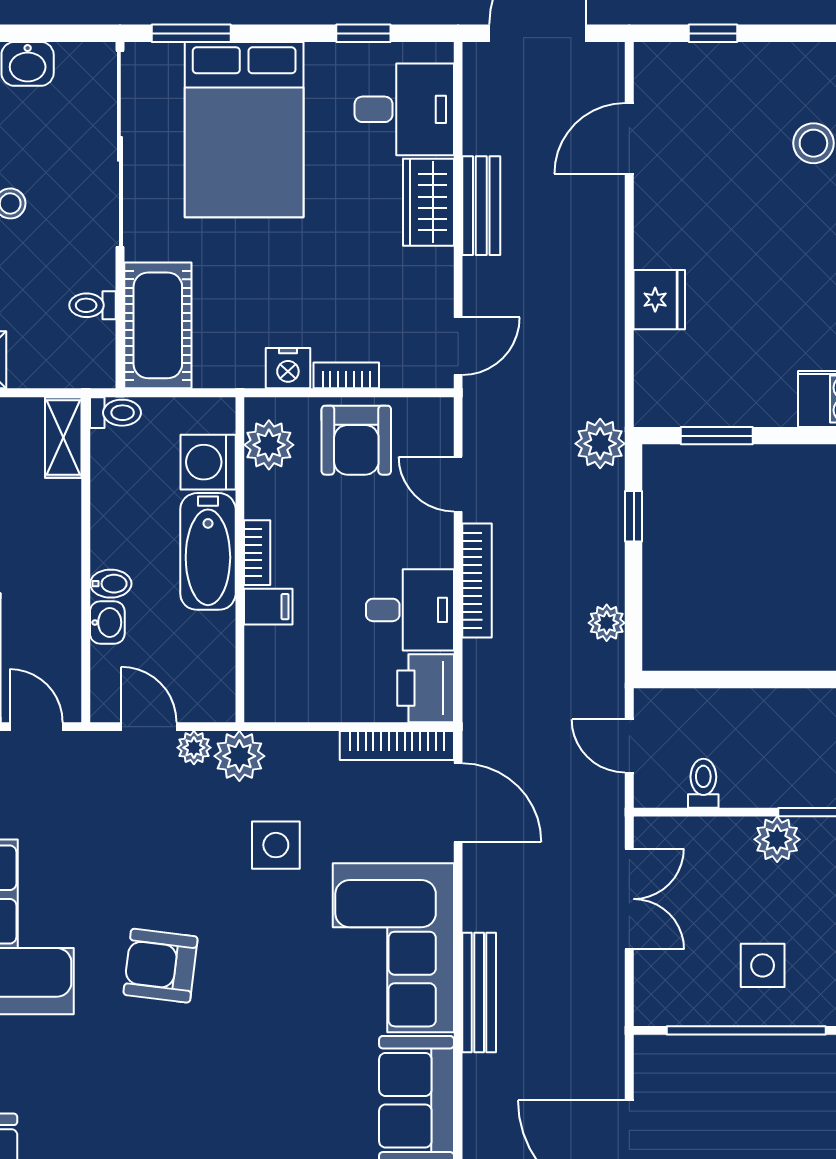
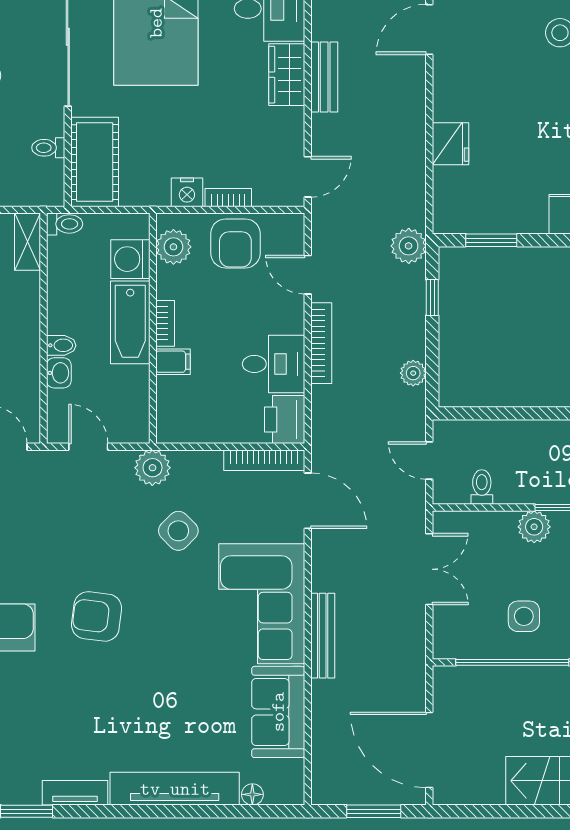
plant: (194, 748) -> (120, 462), removed
side table: (276, 845) -> (178, 531), turned 45

